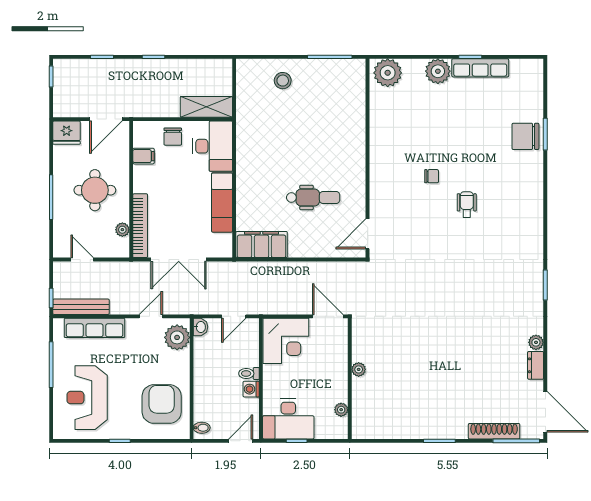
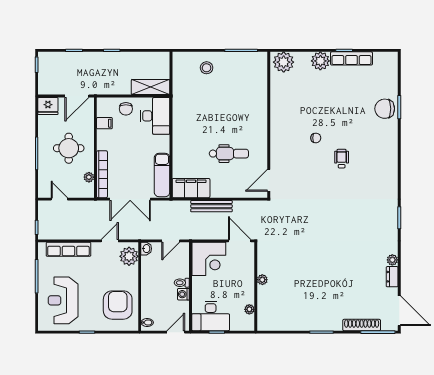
exam couch: (222, 203) -> (162, 175), moved
bench: (81, 307) -> (211, 206), moved

